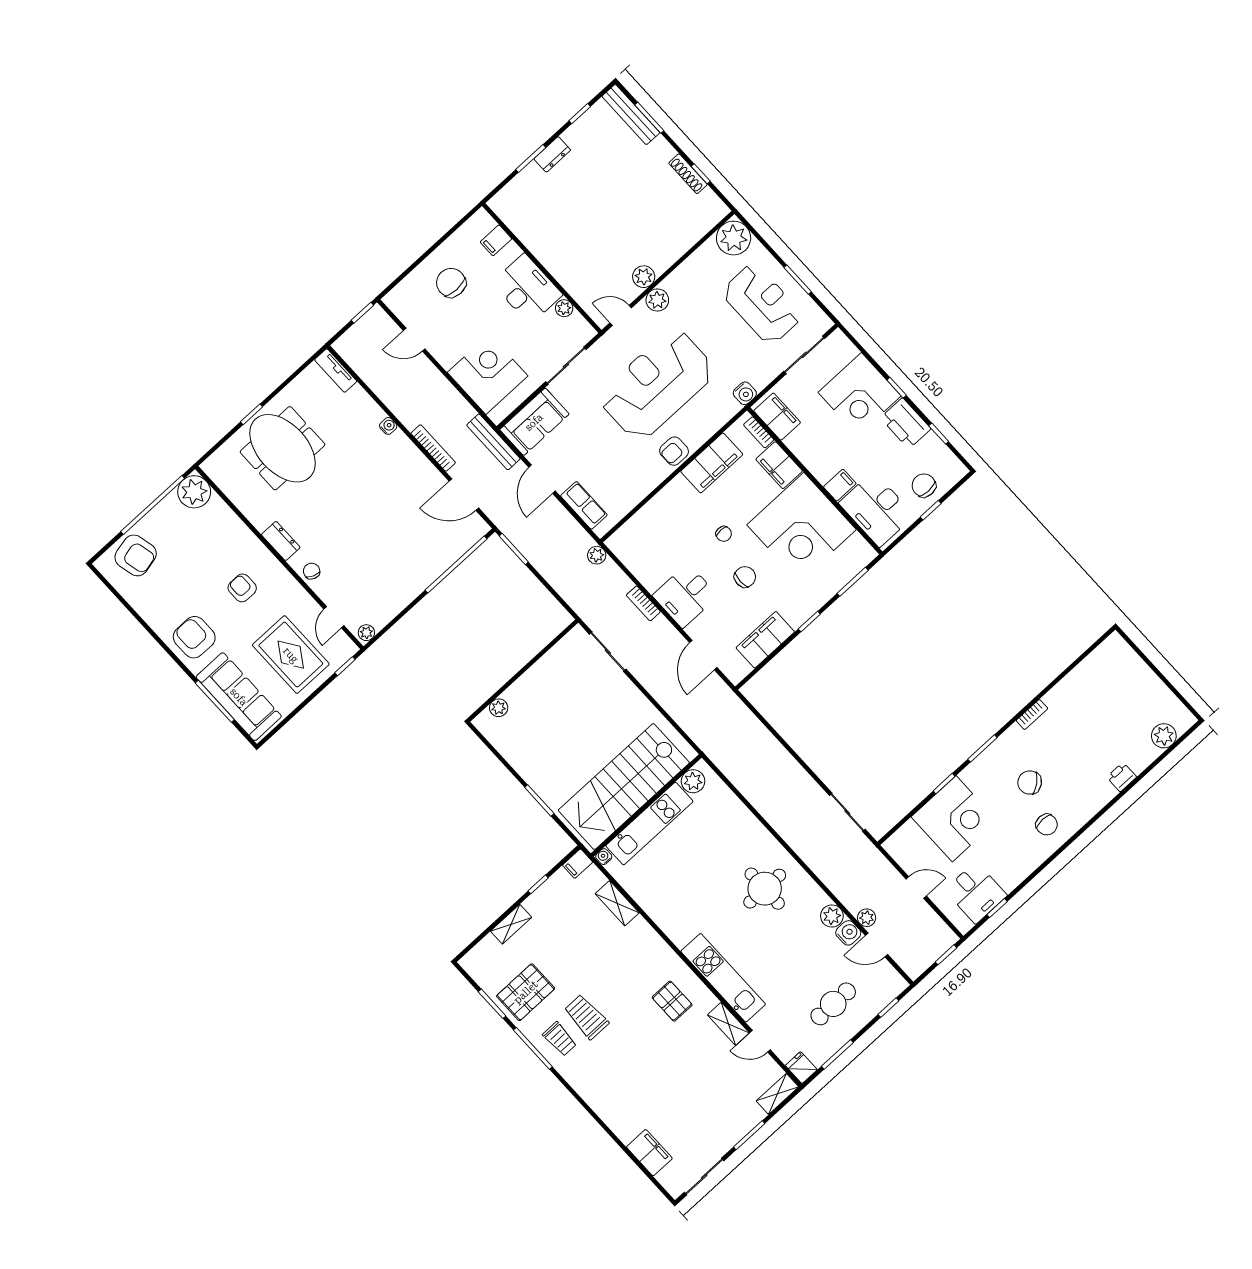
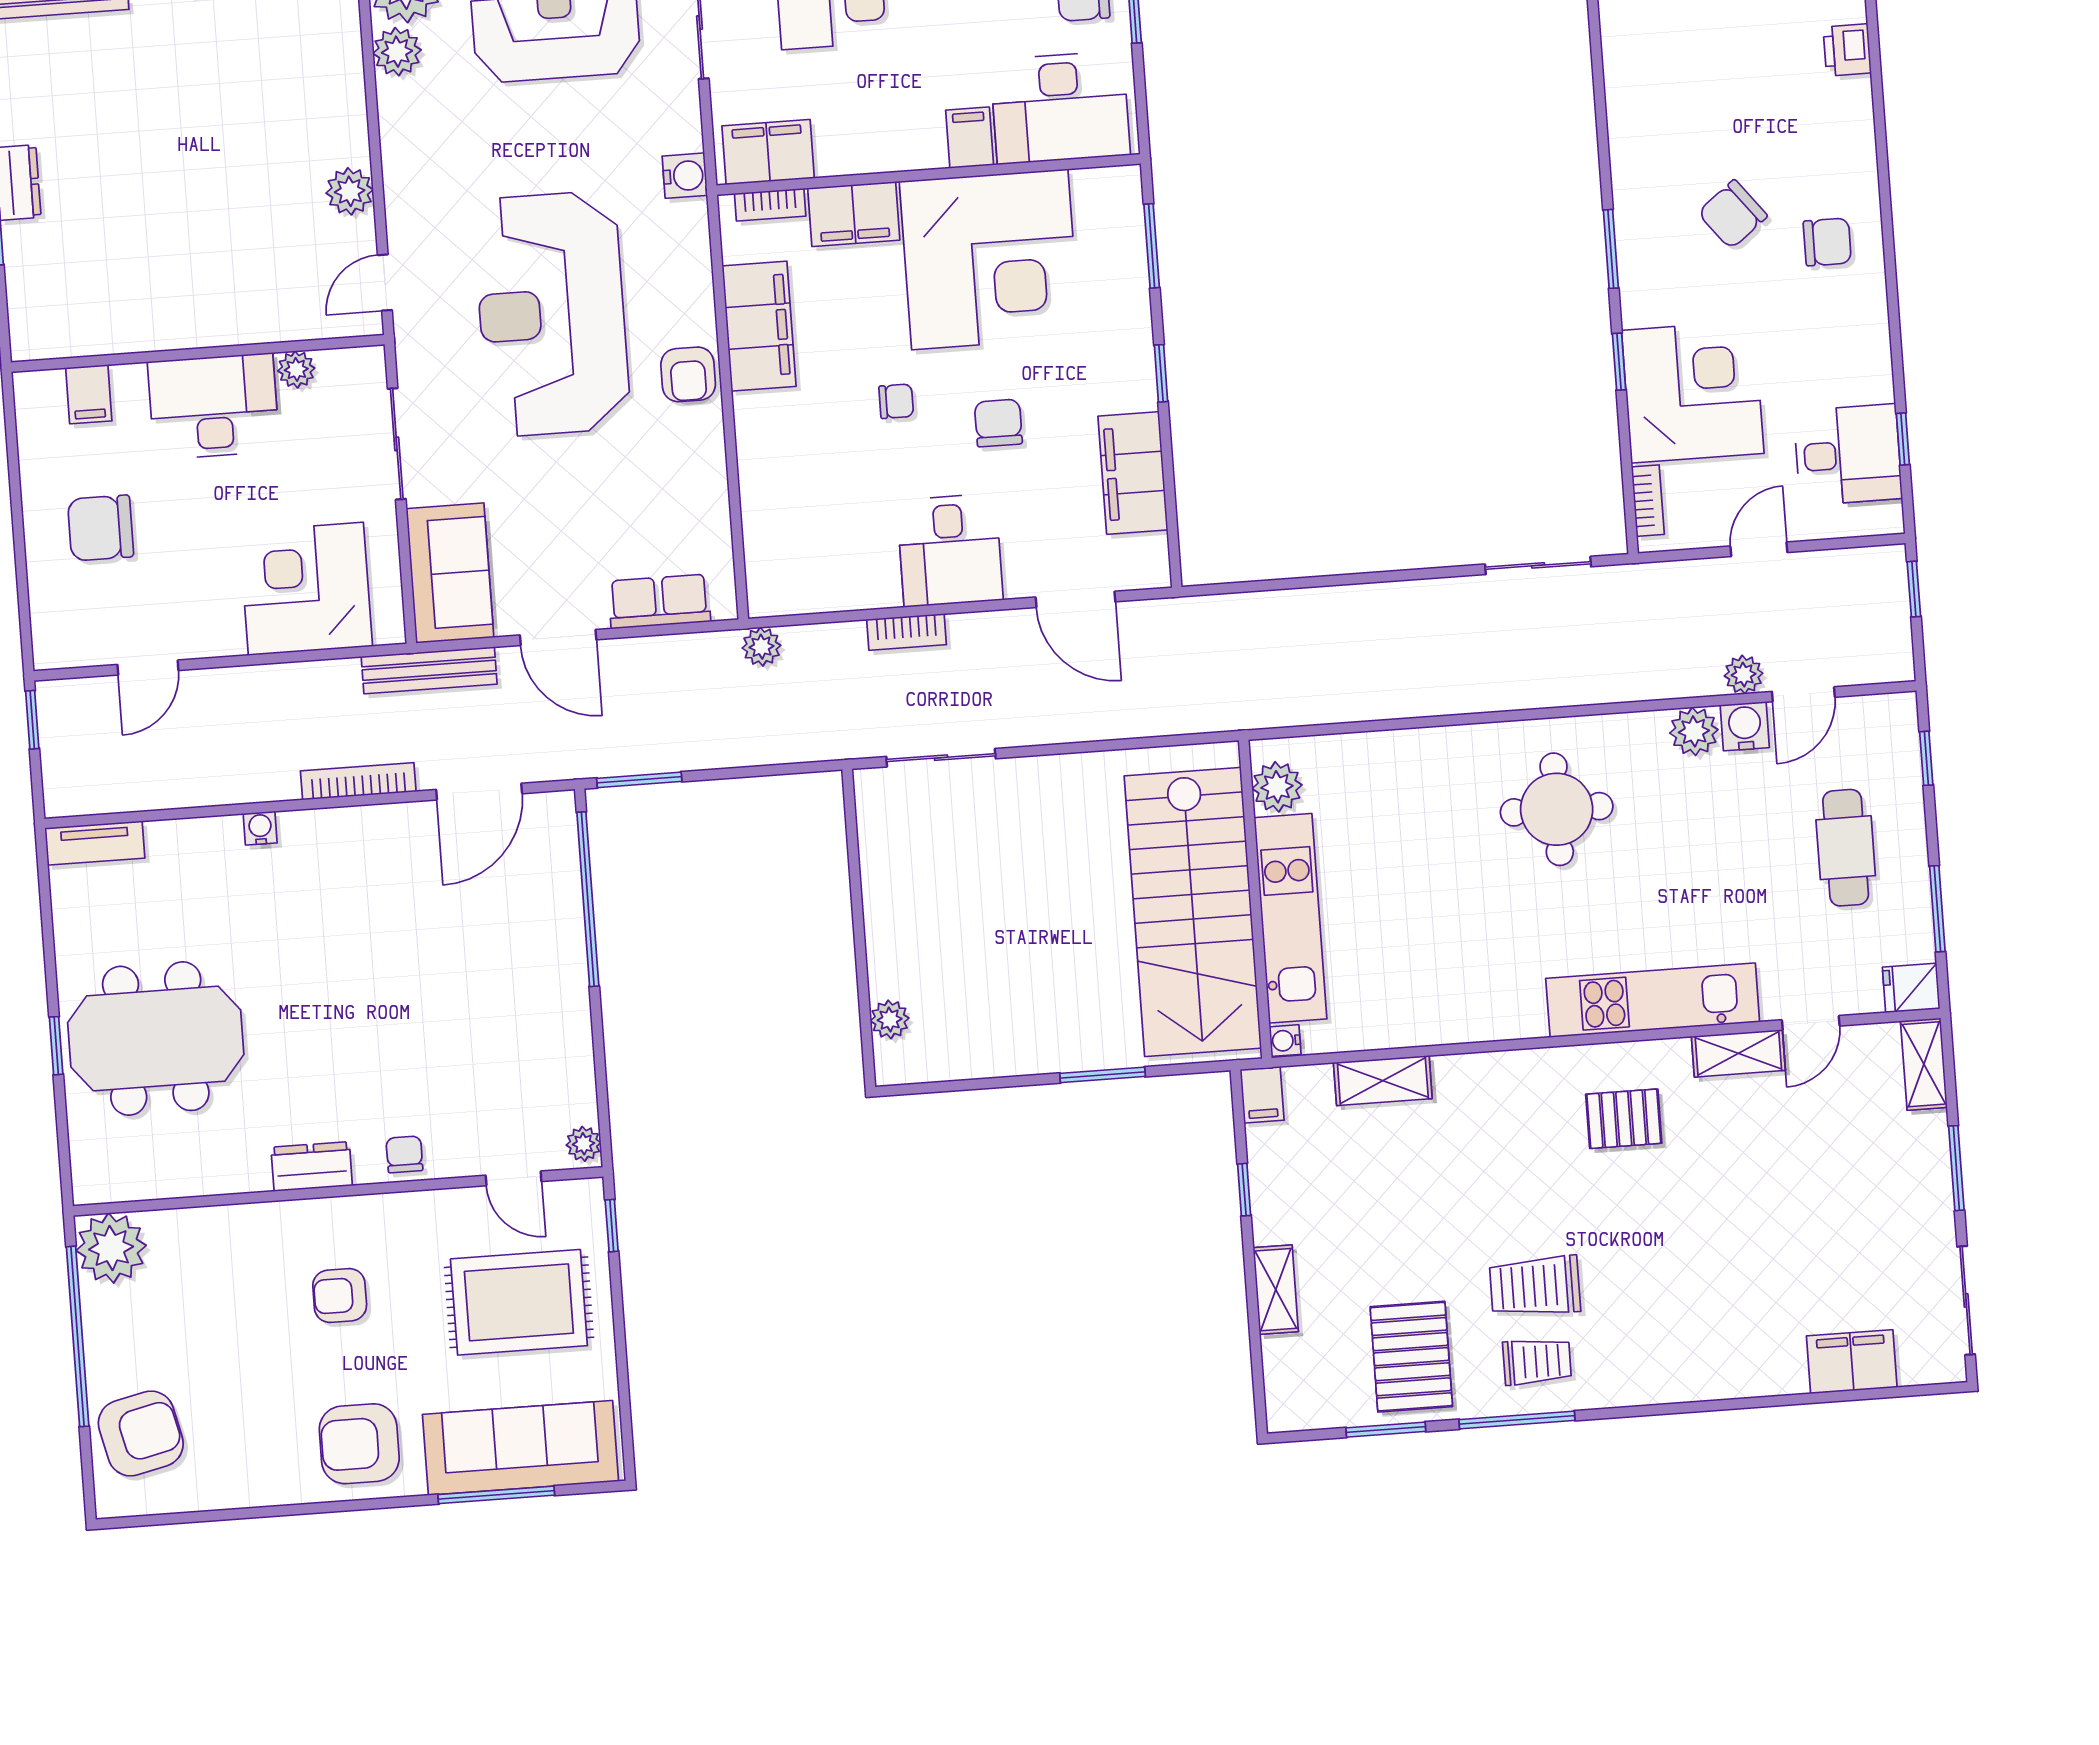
plant: (657, 300) -> (397, 52), moved
chair: (312, 571) -> (404, 1154), turned 68
bookcase: (1032, 715) -> (1648, 501), moved

